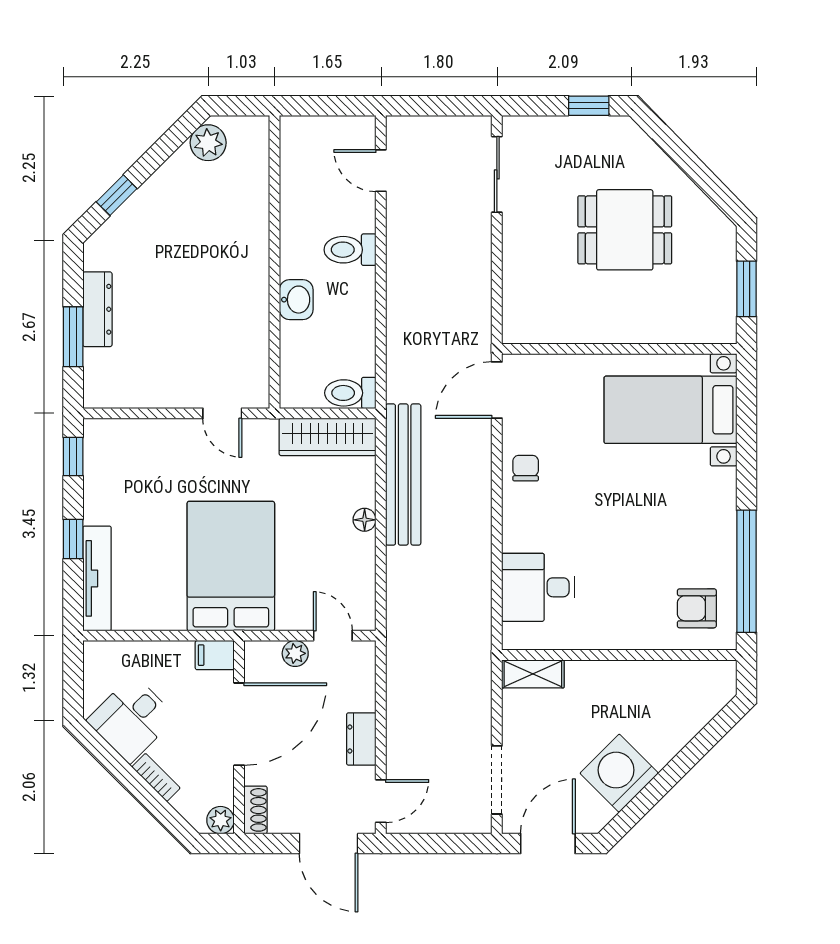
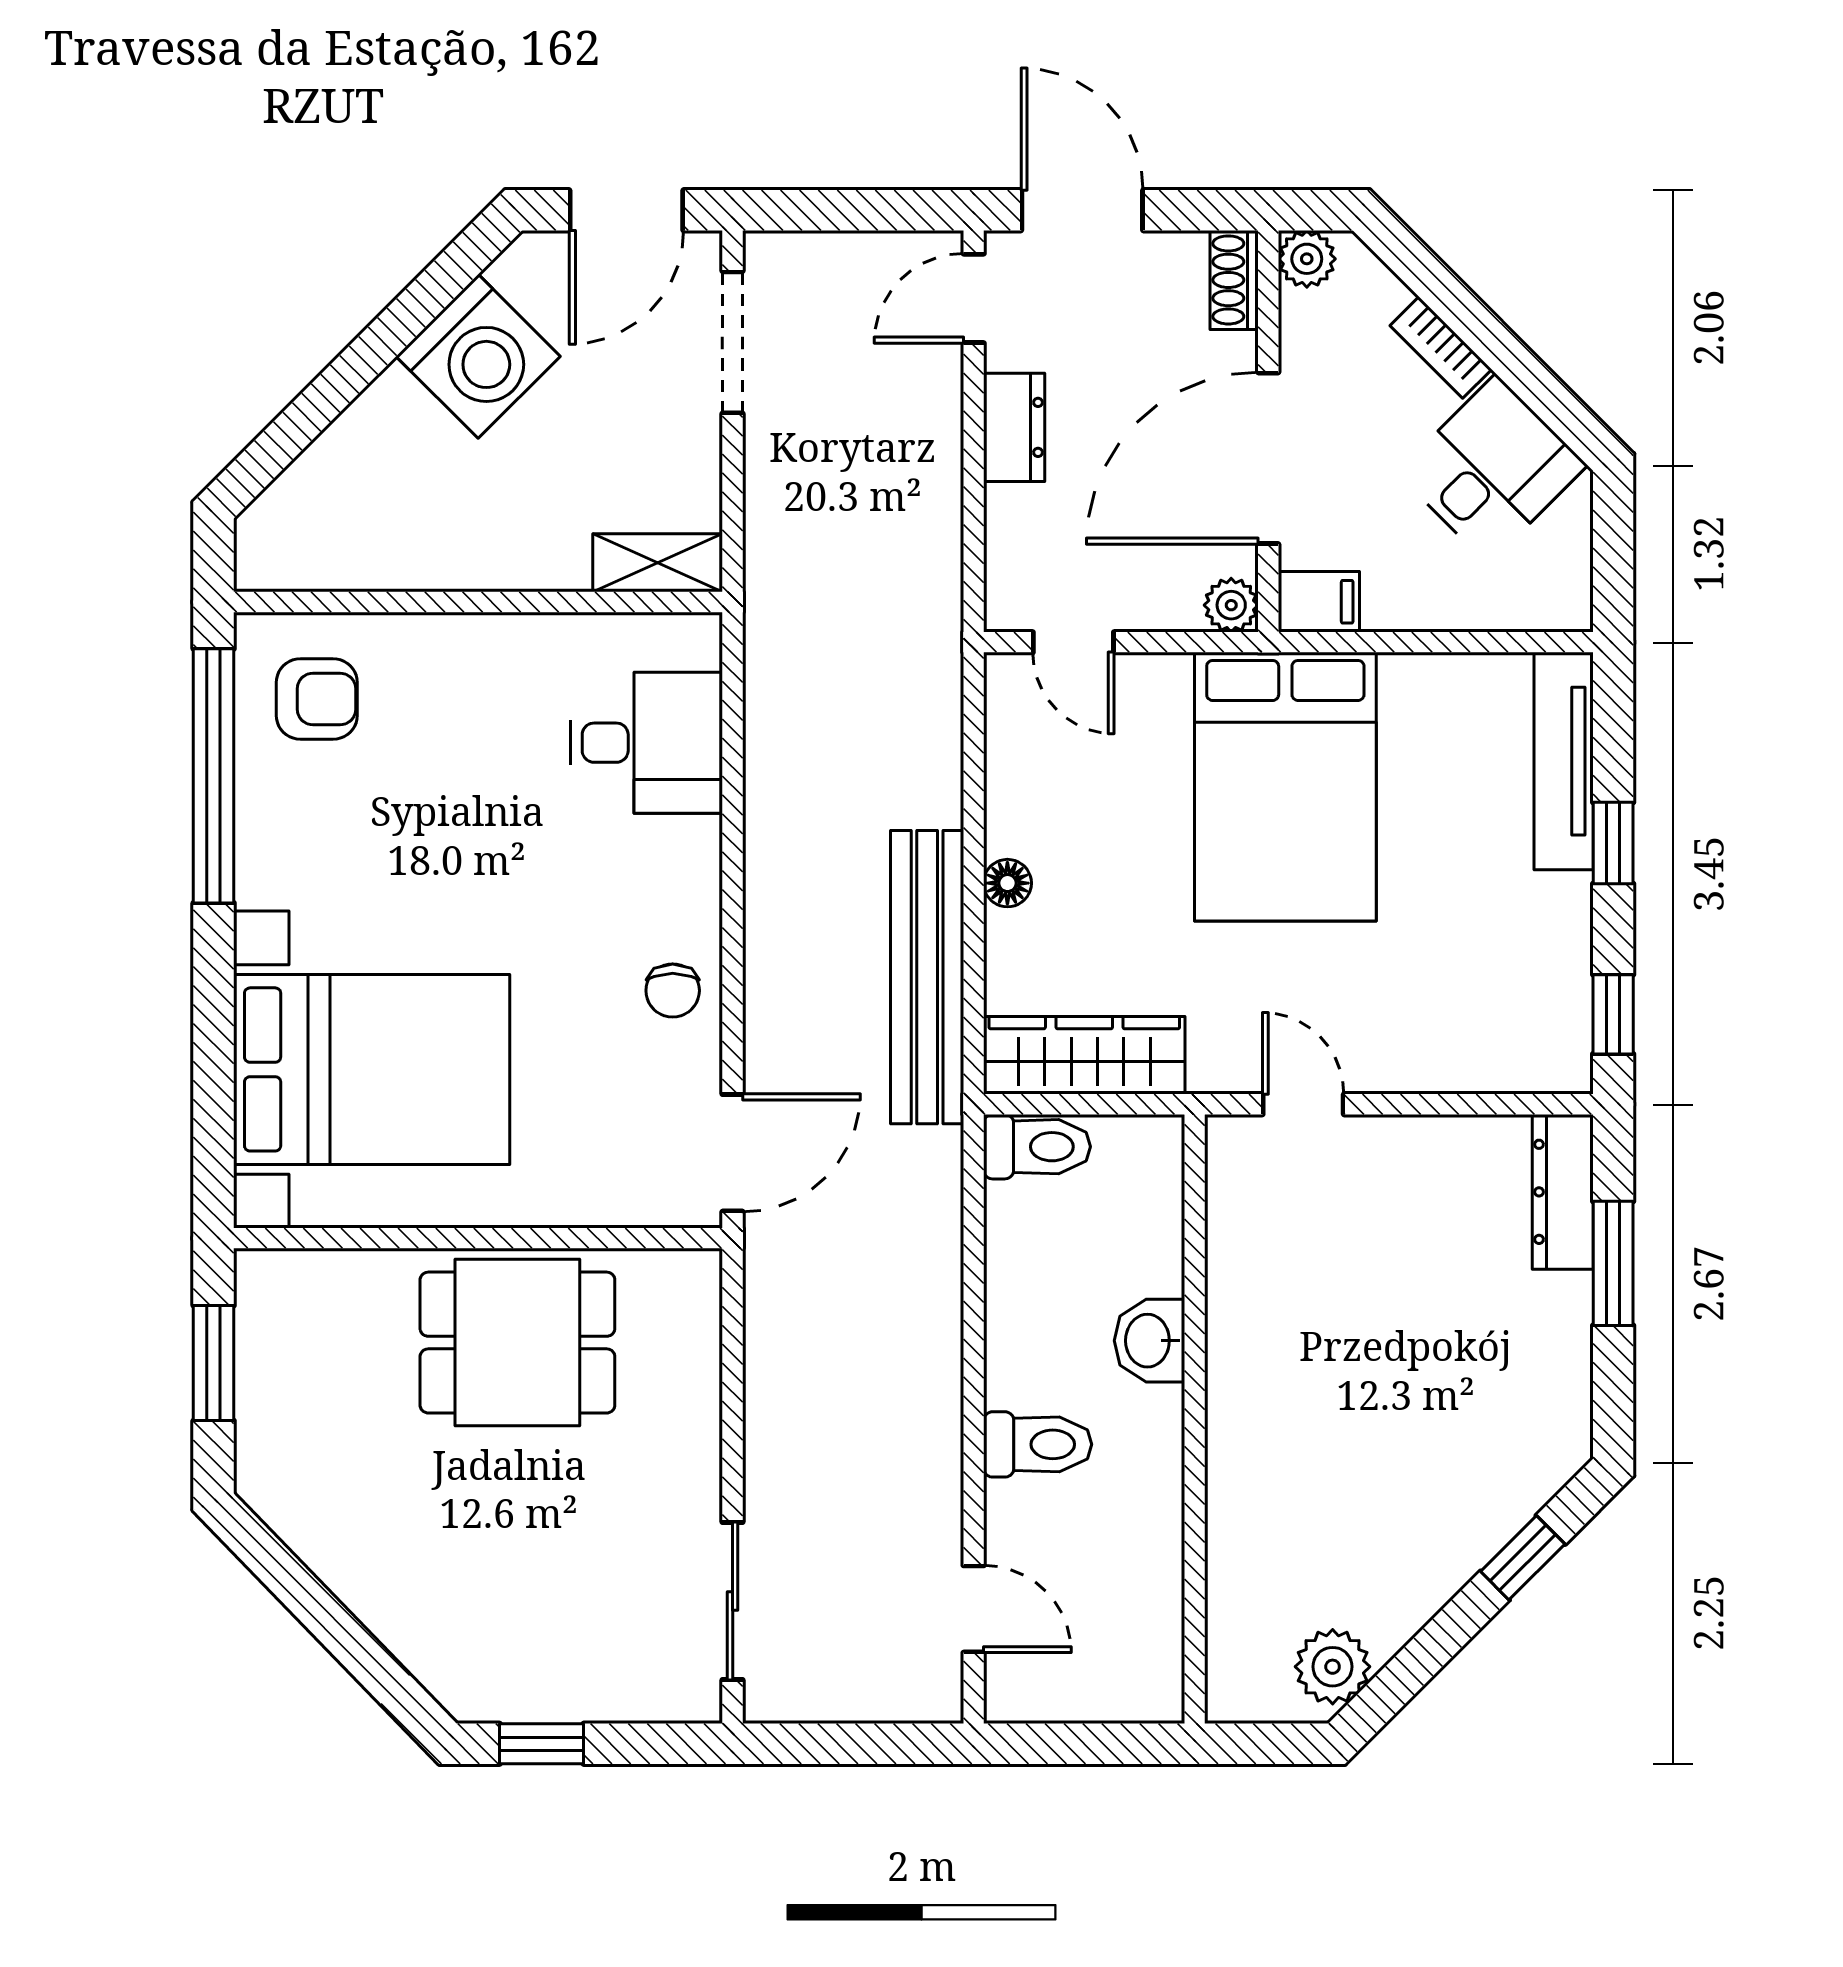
dining table: (625, 230) -> (517, 1343), moved
dresser: (97, 309) -> (1563, 1192), moved
bed with nightstands: (670, 410) -> (372, 1069), width x1.36
plant: (295, 653) -> (1231, 605), moved

